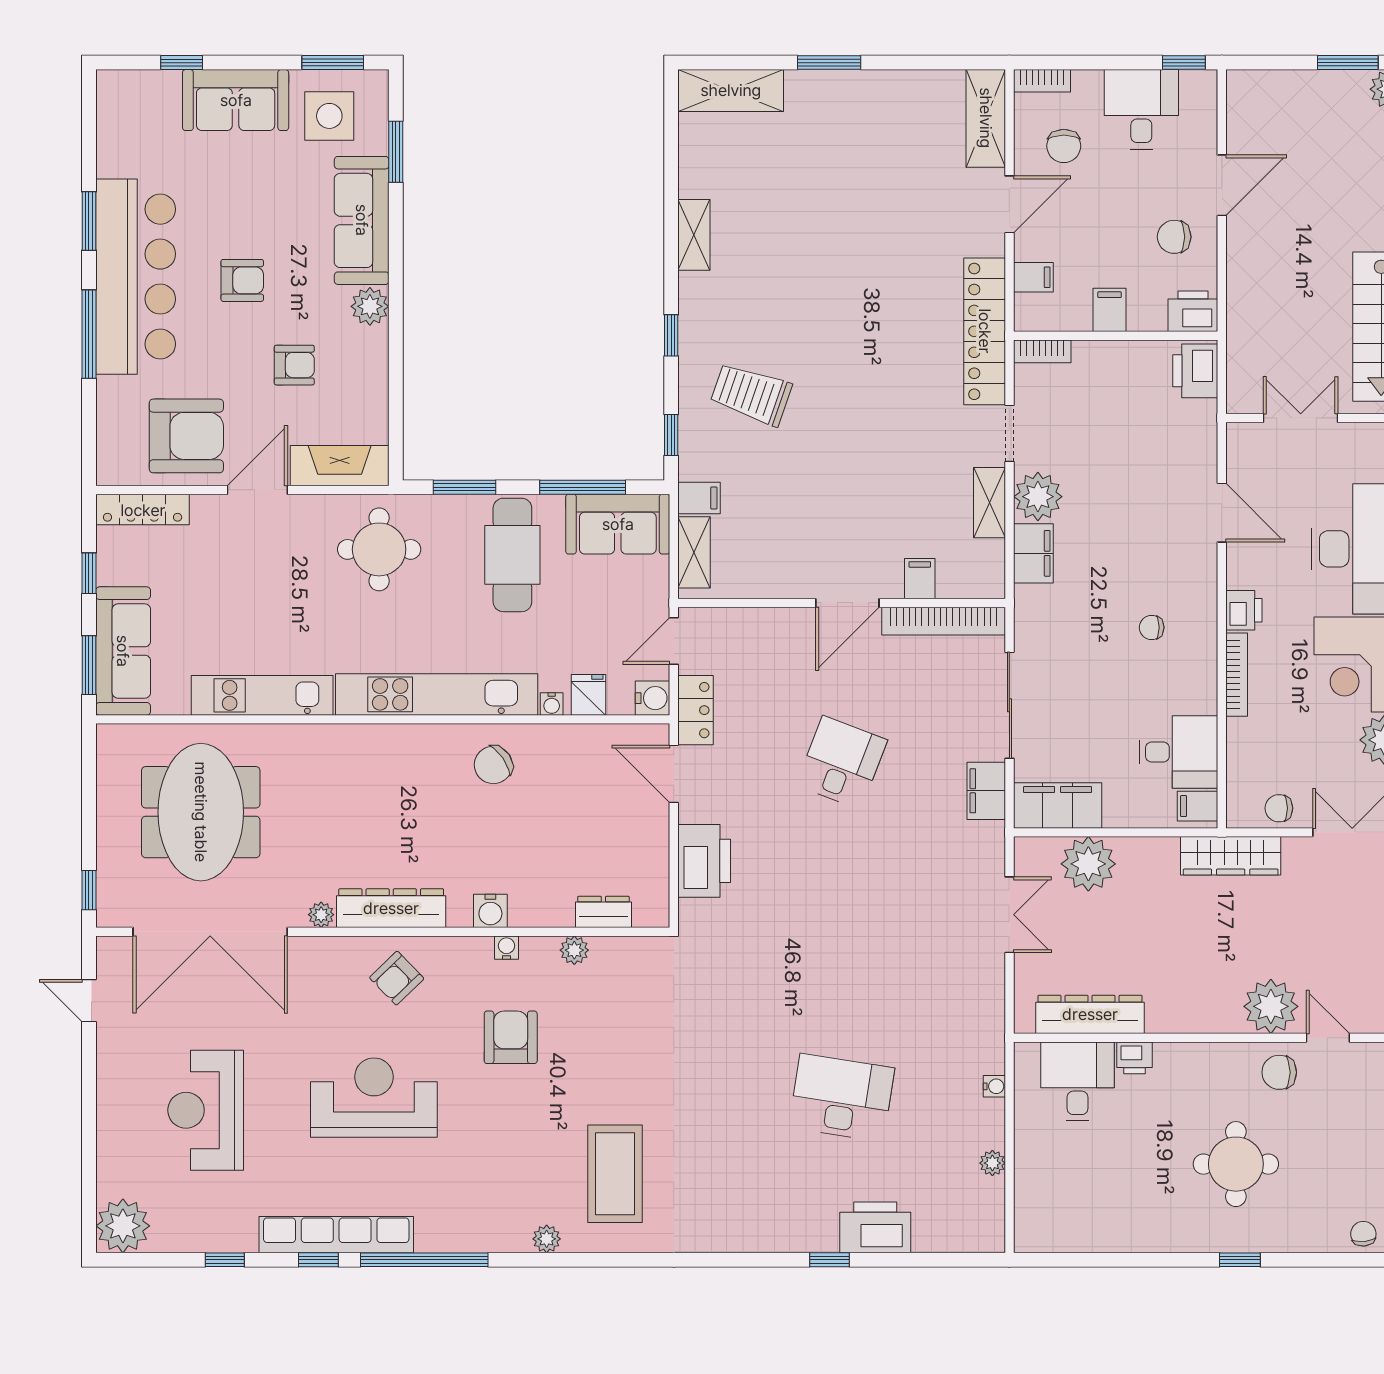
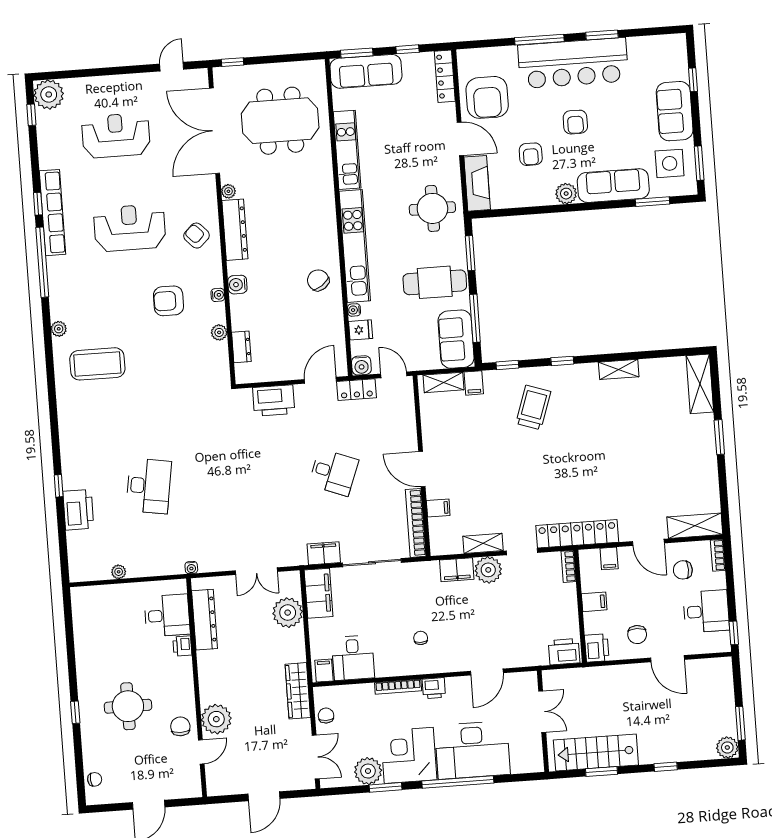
chair: (1174, 237) -> (637, 635), turned 180
armchair: (511, 1037) -> (168, 301), turned 180
water cooler: (994, 1086) -> (191, 568), moved
reception desk: (374, 1098) -> (130, 228), turned -90
window: (225, 1260) -> (31, 115), moved

